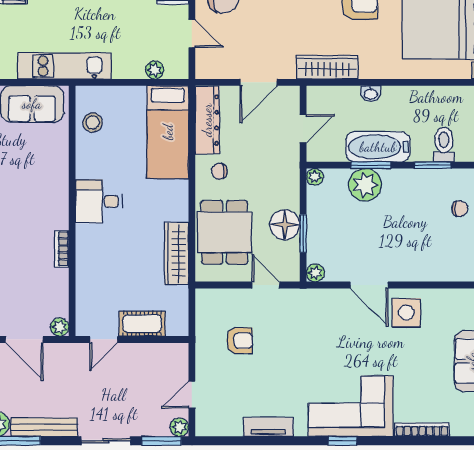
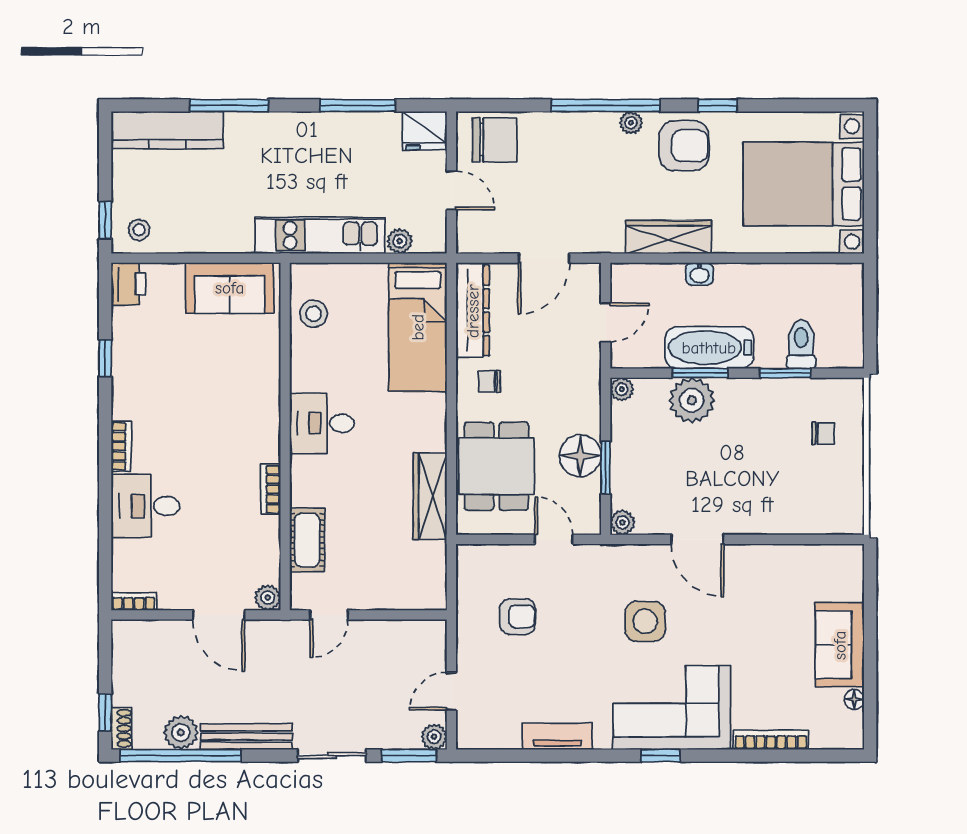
kitchen unit: (65, 66) -> (320, 235), moved
wardrobe: (327, 67) -> (669, 237), moved
side table: (406, 313) -> (645, 621), moved
cot: (142, 324) -> (307, 540), moved, turned 90

